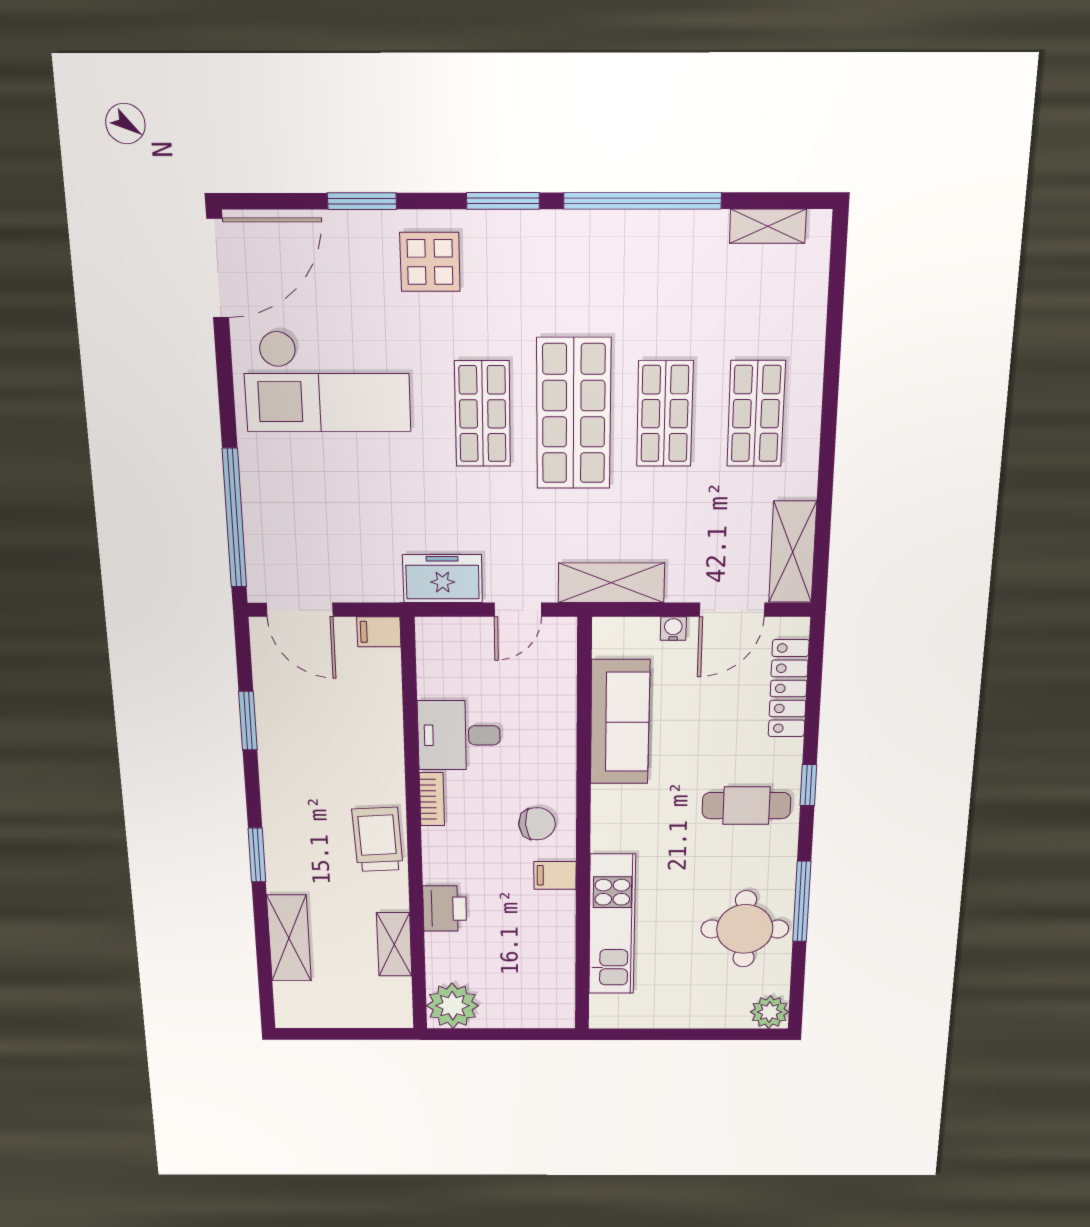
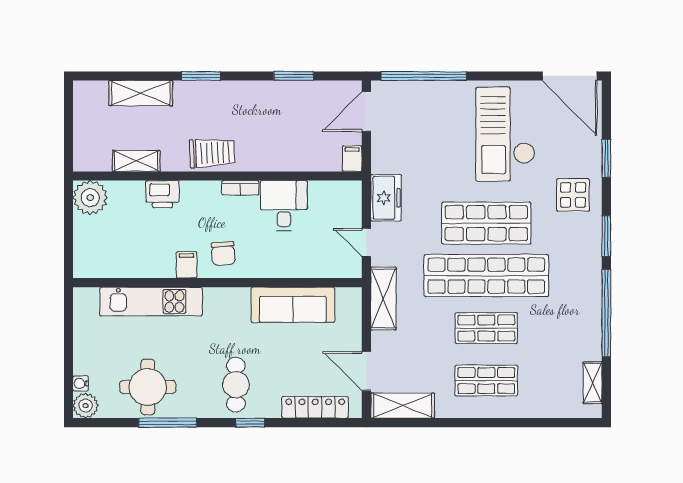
shop shelf: (483, 414) -> (486, 223), width x1.43, depth x1.36
shop shelf: (574, 414) -> (486, 276), width x1.40
water cooler: (673, 629) -> (81, 383), moved, turned 180

